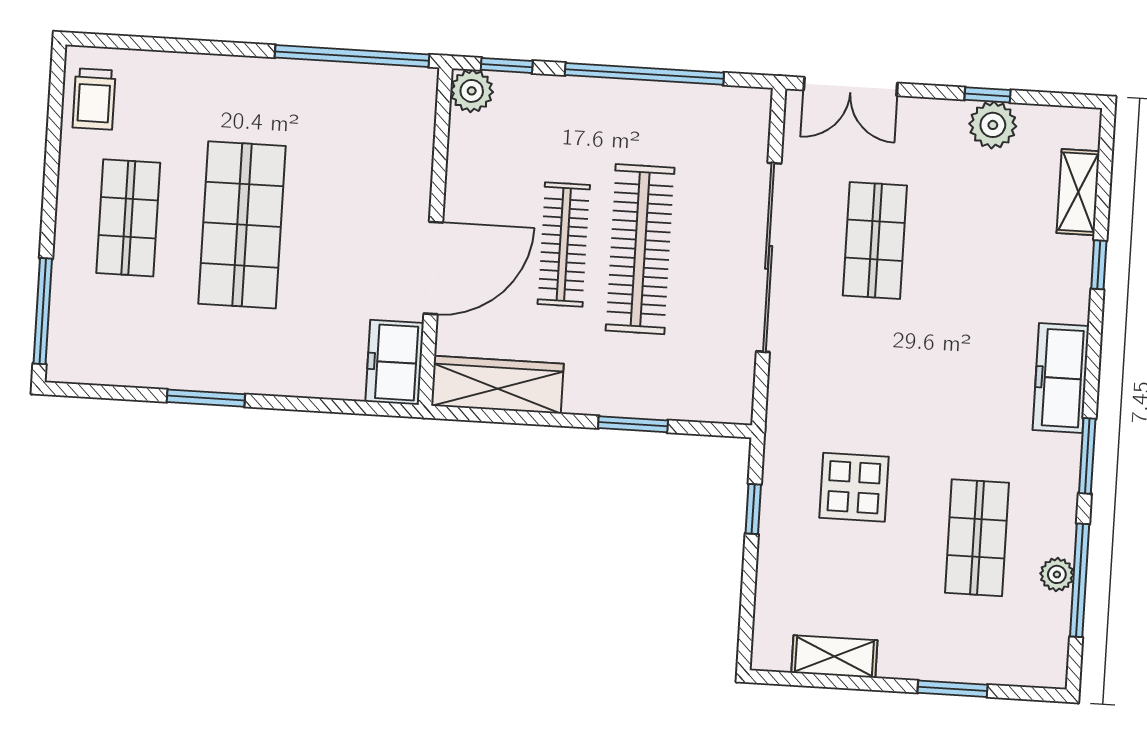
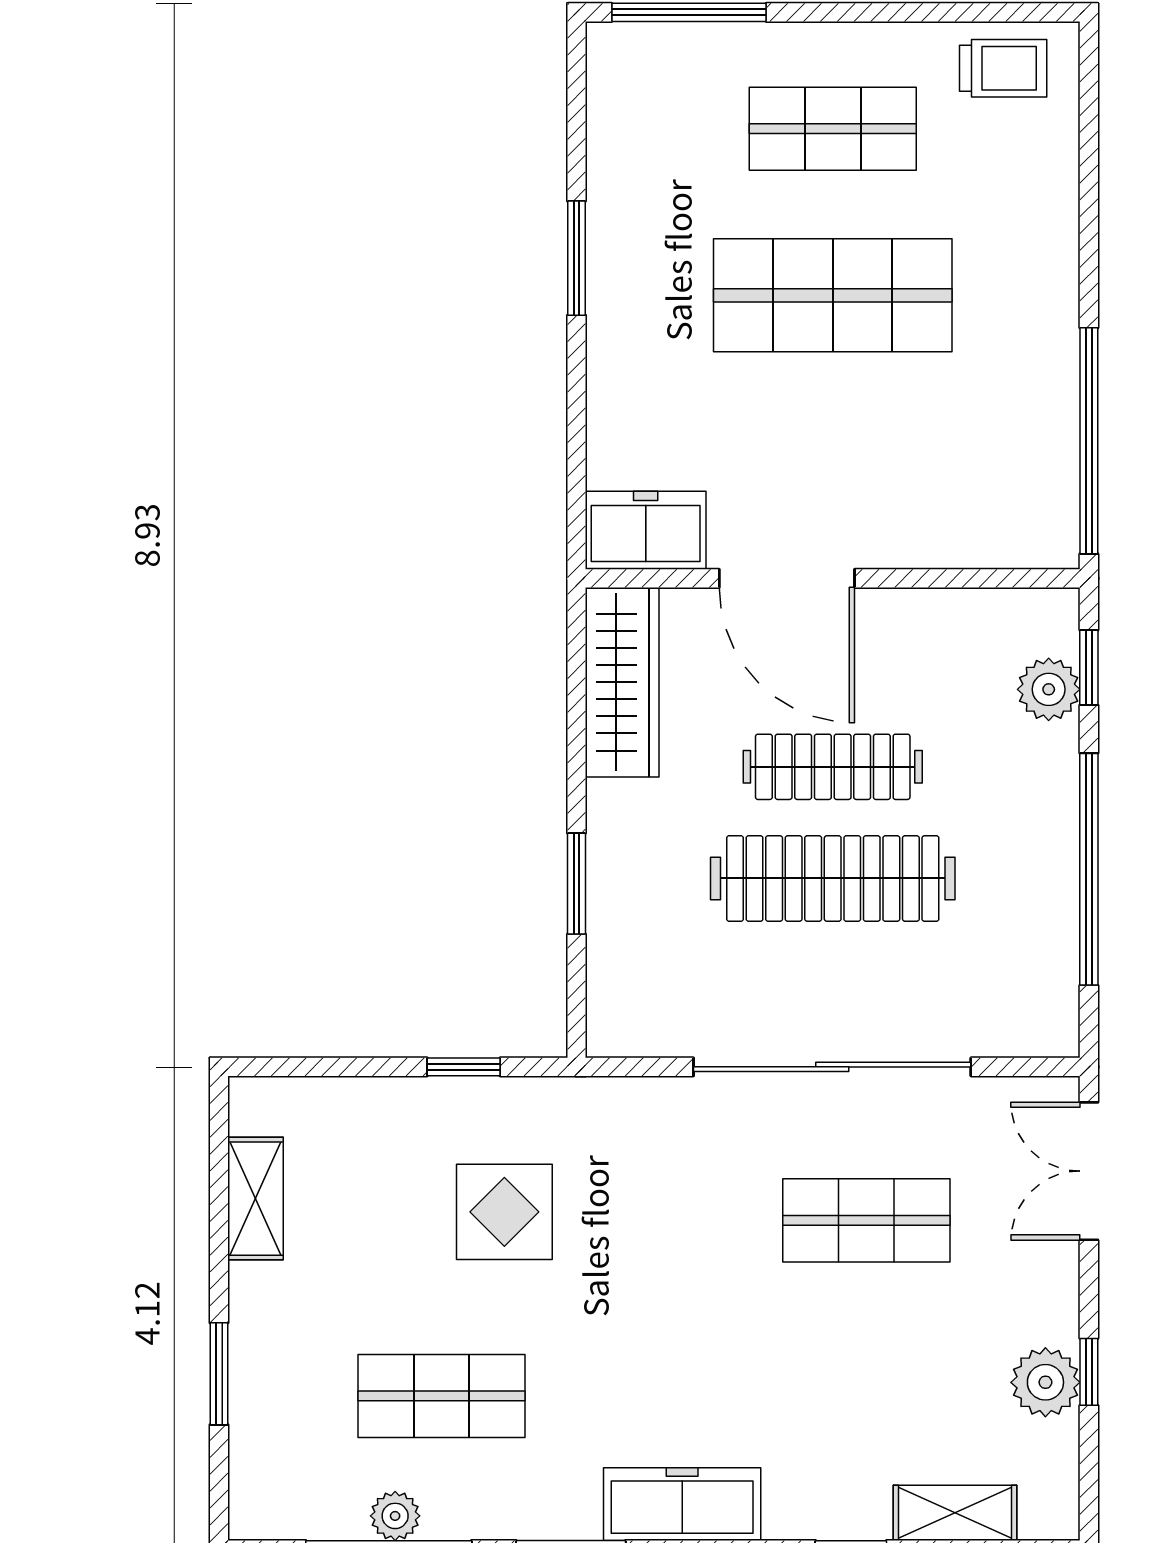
plant: (472, 91) -> (1049, 689), moved
trolley: (94, 99) -> (1003, 68), turned 180

